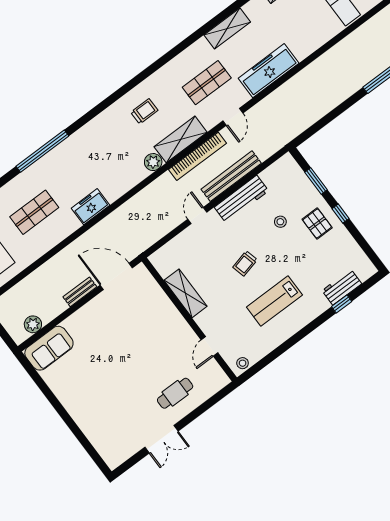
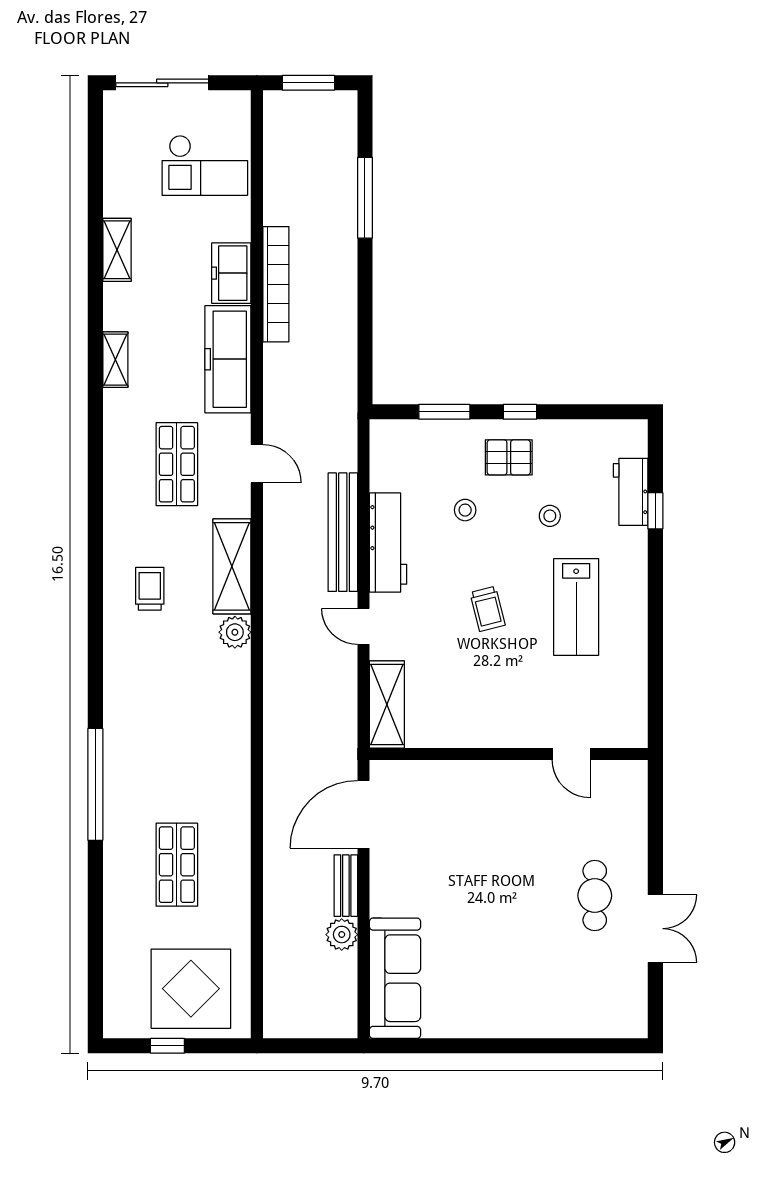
shelving: (227, 29) -> (115, 360), width x0.67, depth x0.75
bookcase: (198, 156) -> (276, 284), moved
freezer: (90, 207) -> (231, 273), moved
shelving: (185, 293) -> (387, 704), moved, turned 90
plant: (33, 324) -> (342, 935), moved
sofa: (49, 348) -> (395, 978), width x1.36
stool: (243, 363) -> (550, 516), moved
cafe table: (175, 393) -> (595, 896), moved

